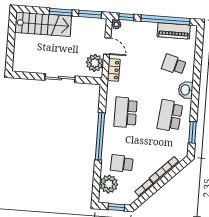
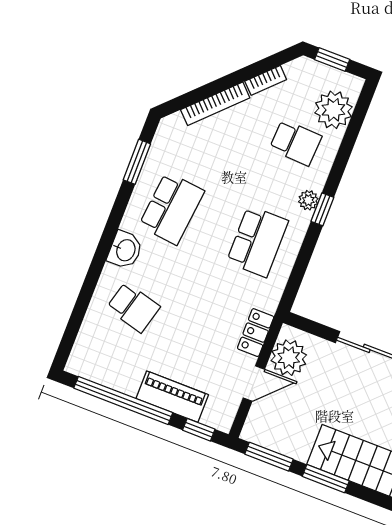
plant: (116, 24) -> (308, 200), moved
piano: (174, 31) -> (172, 397), moved
door: (107, 46) -> (254, 384), swing flipped
window: (100, 136) -> (322, 209), width x0.32

